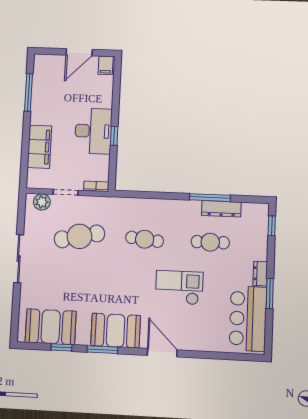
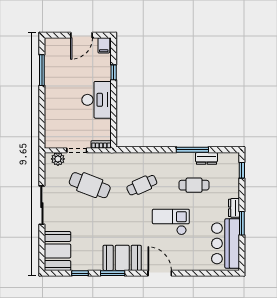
window: (114, 136) -> (114, 72), moved
filing cabinet: (39, 147) -> (53, 114), removed
dresser: (221, 209) -> (206, 158), width x0.70
cafe table: (79, 236) -> (90, 185), turned 33
cafe table: (145, 239) -> (142, 185), turned -30
booth: (51, 327) -> (57, 251), moved, turned 90

